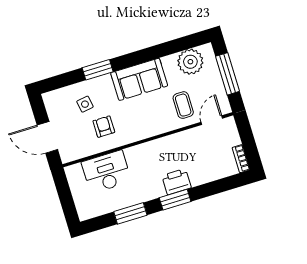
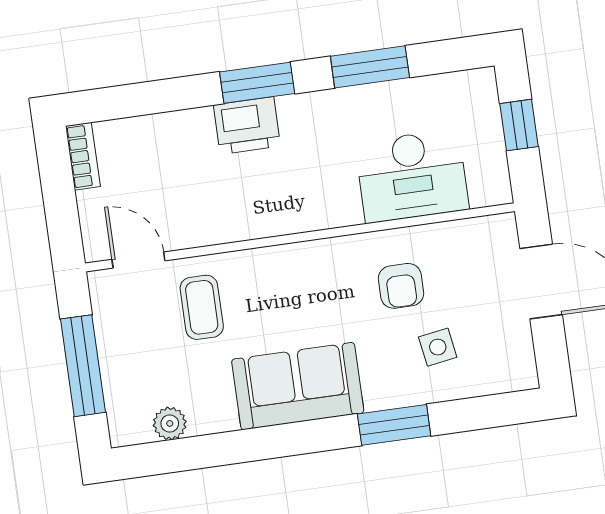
plant: (190, 62) -> (170, 423), width x0.53, depth x0.53
door: (212, 120) -> (138, 260), swing flipped
window: (66, 199) -> (519, 125), added

